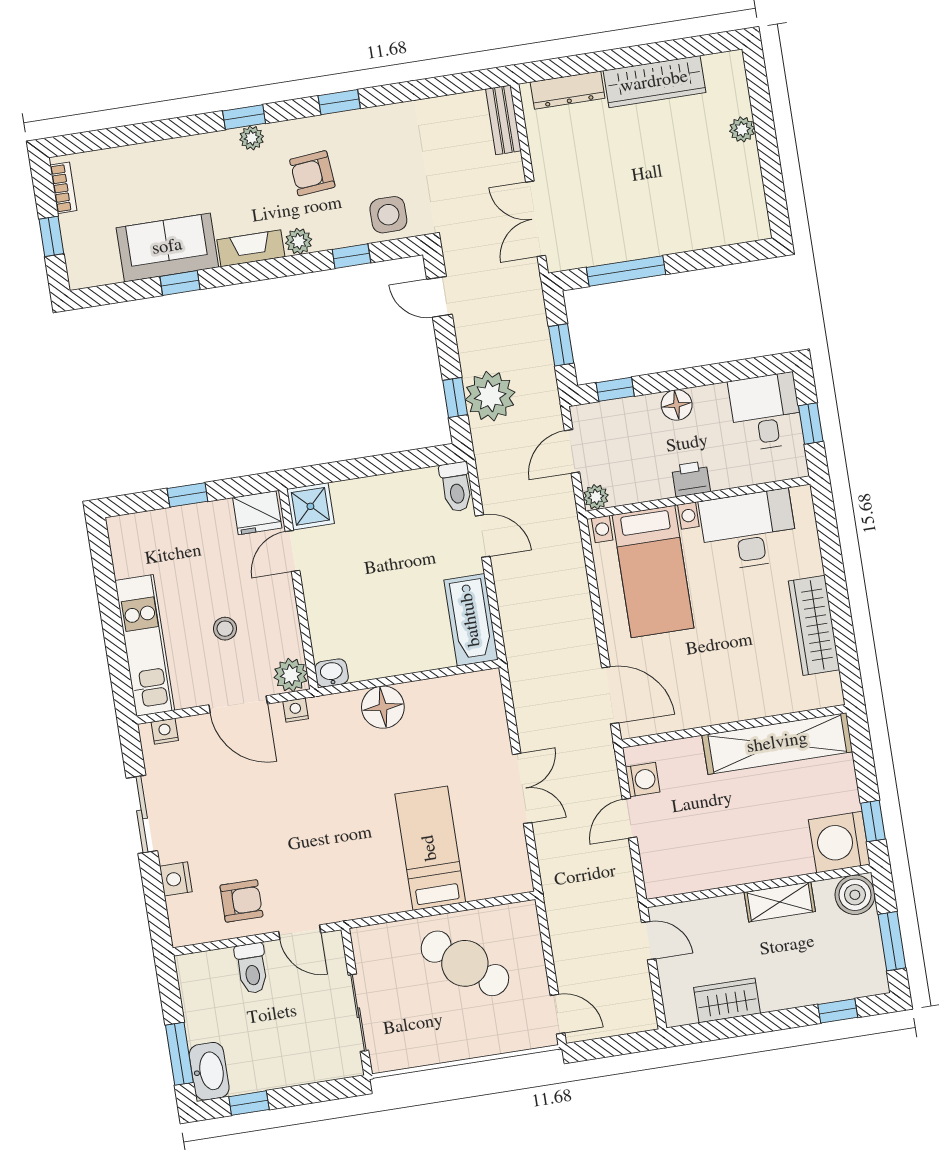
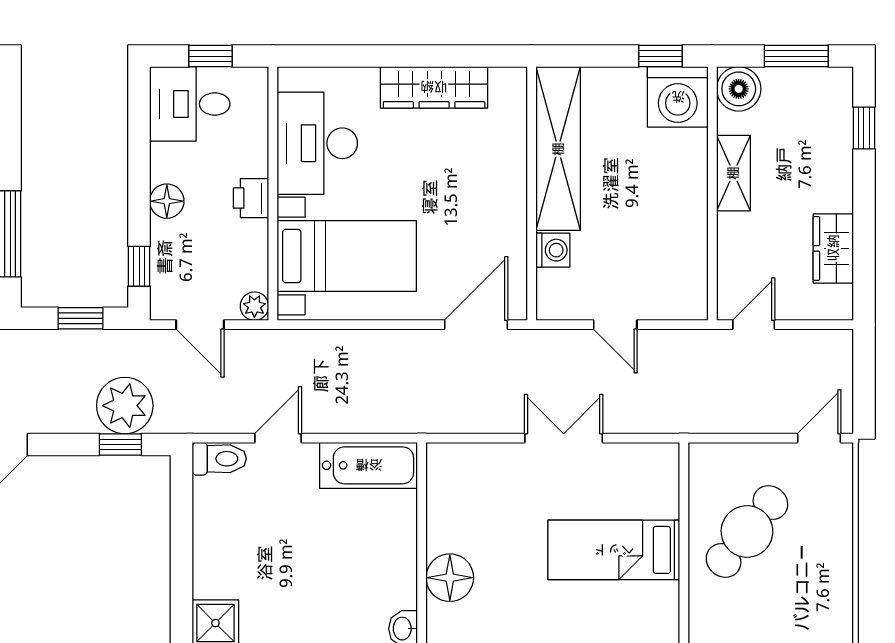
washing machine: (643, 780) -> (553, 250), moved, turned 90

